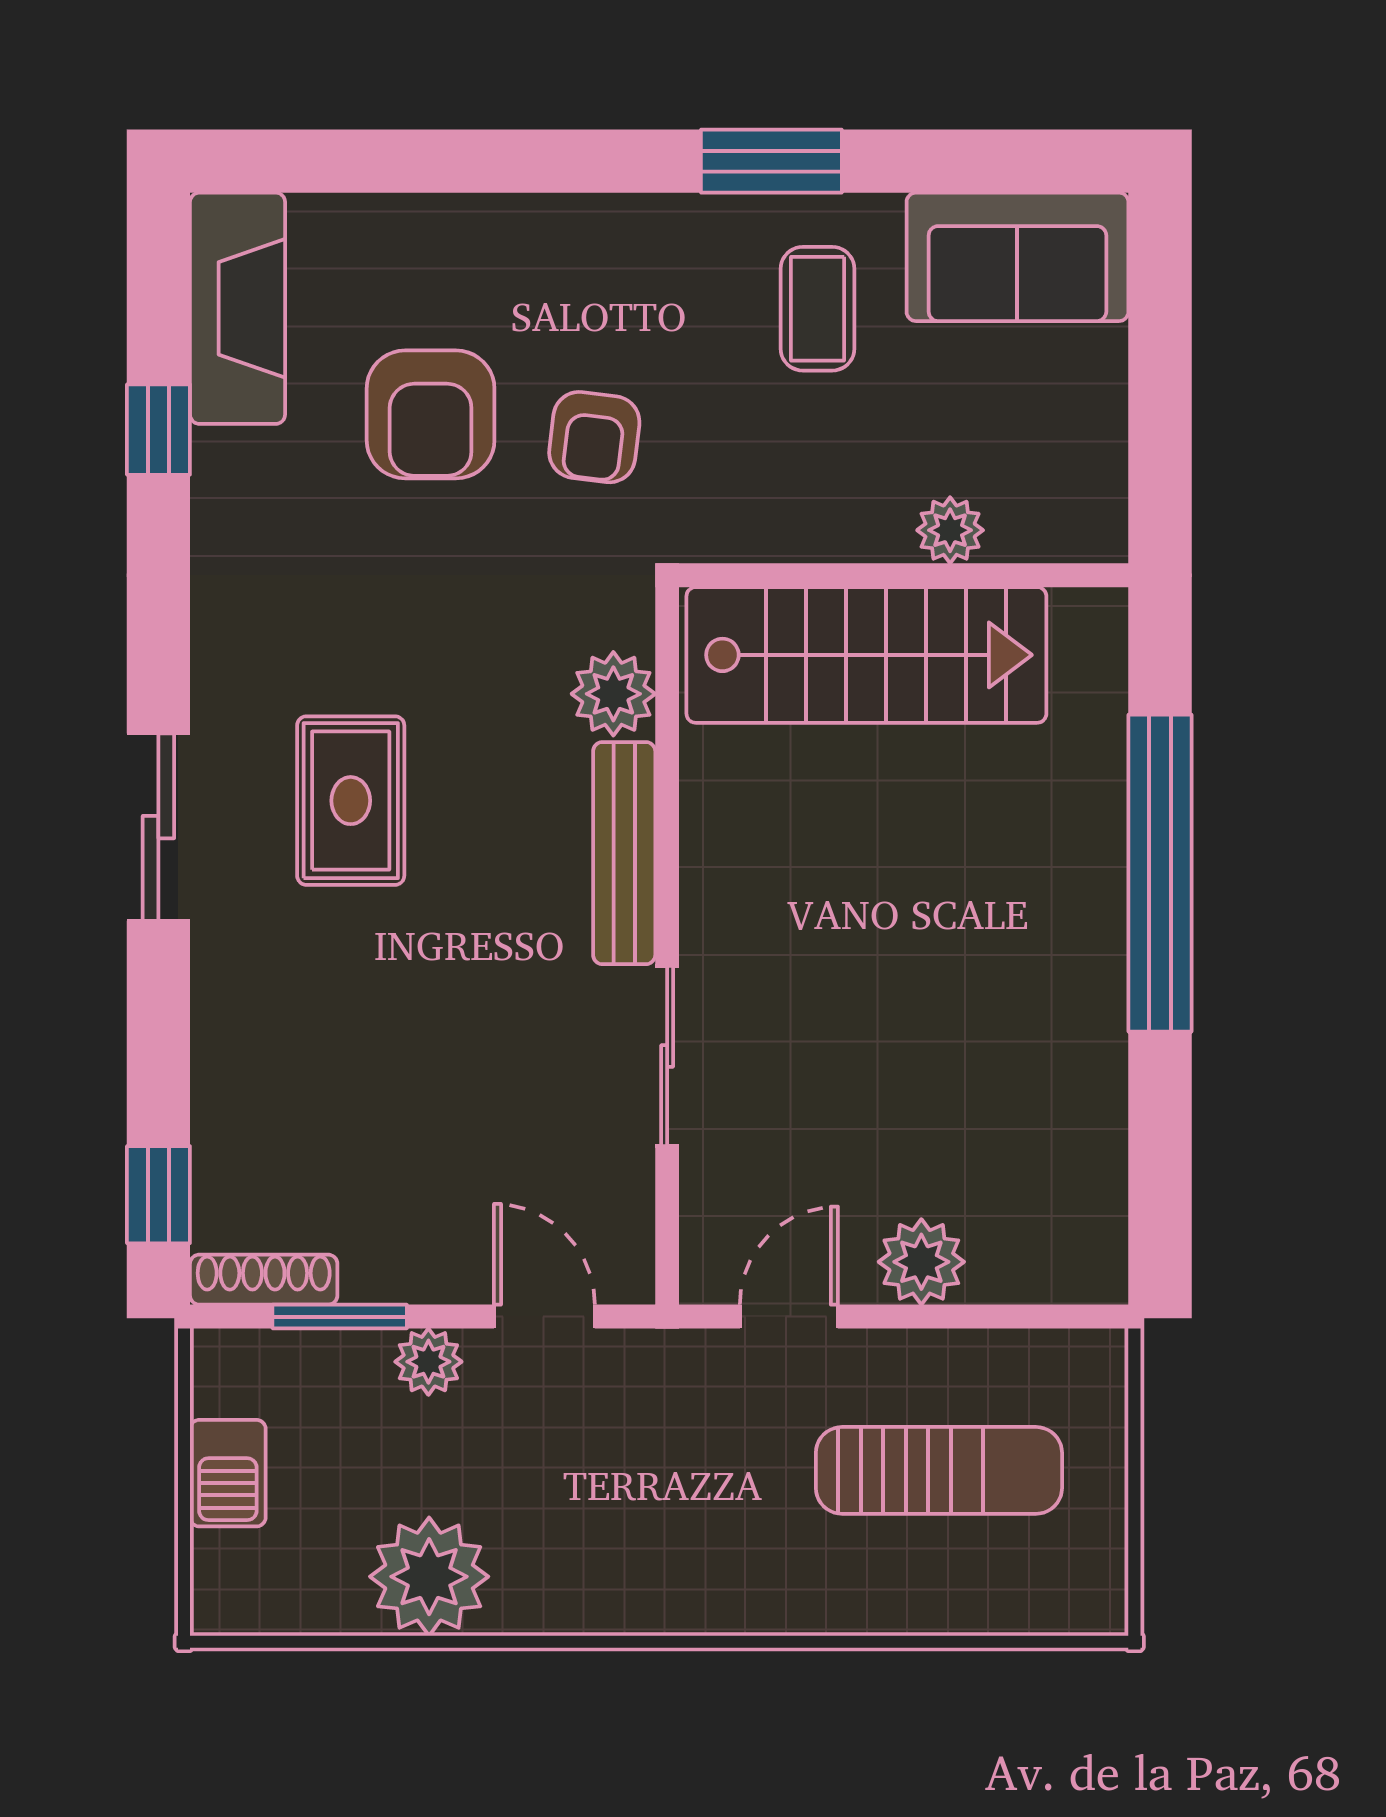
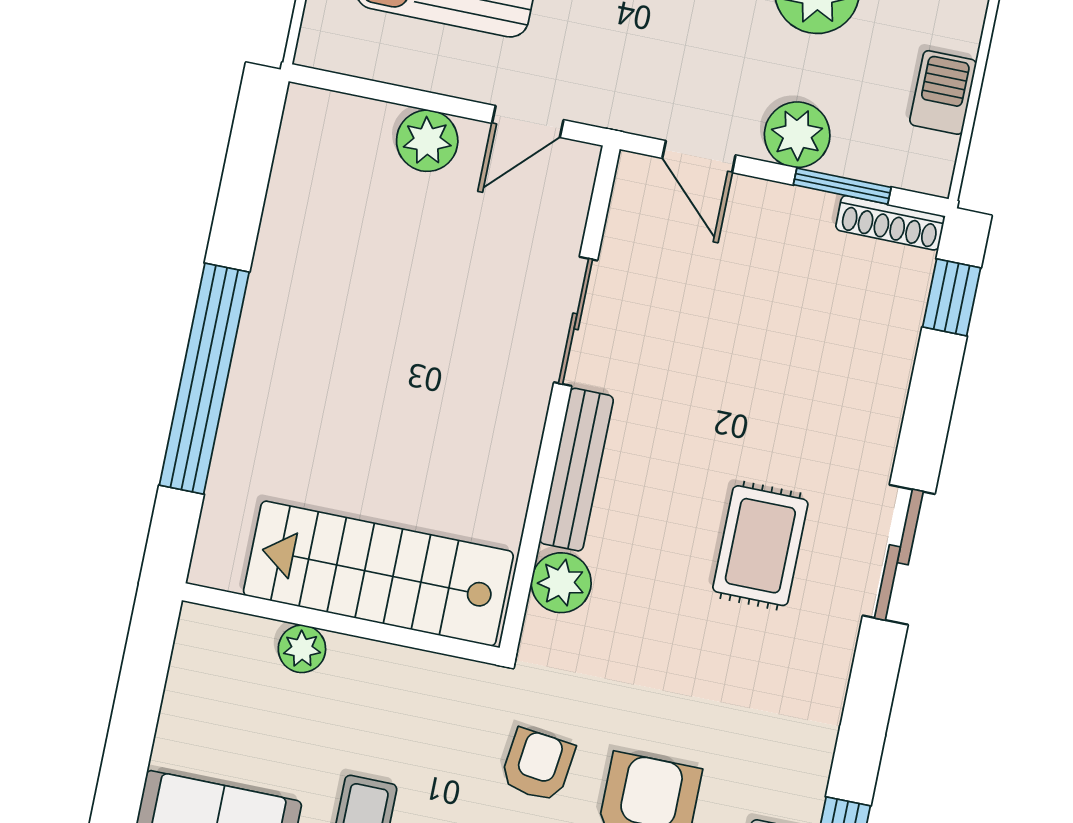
plant: (428, 1362) -> (797, 135), width x1.38, depth x1.38

